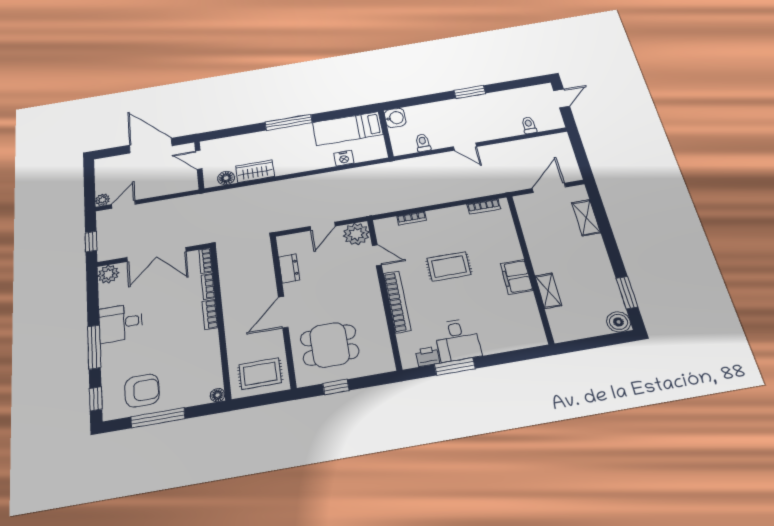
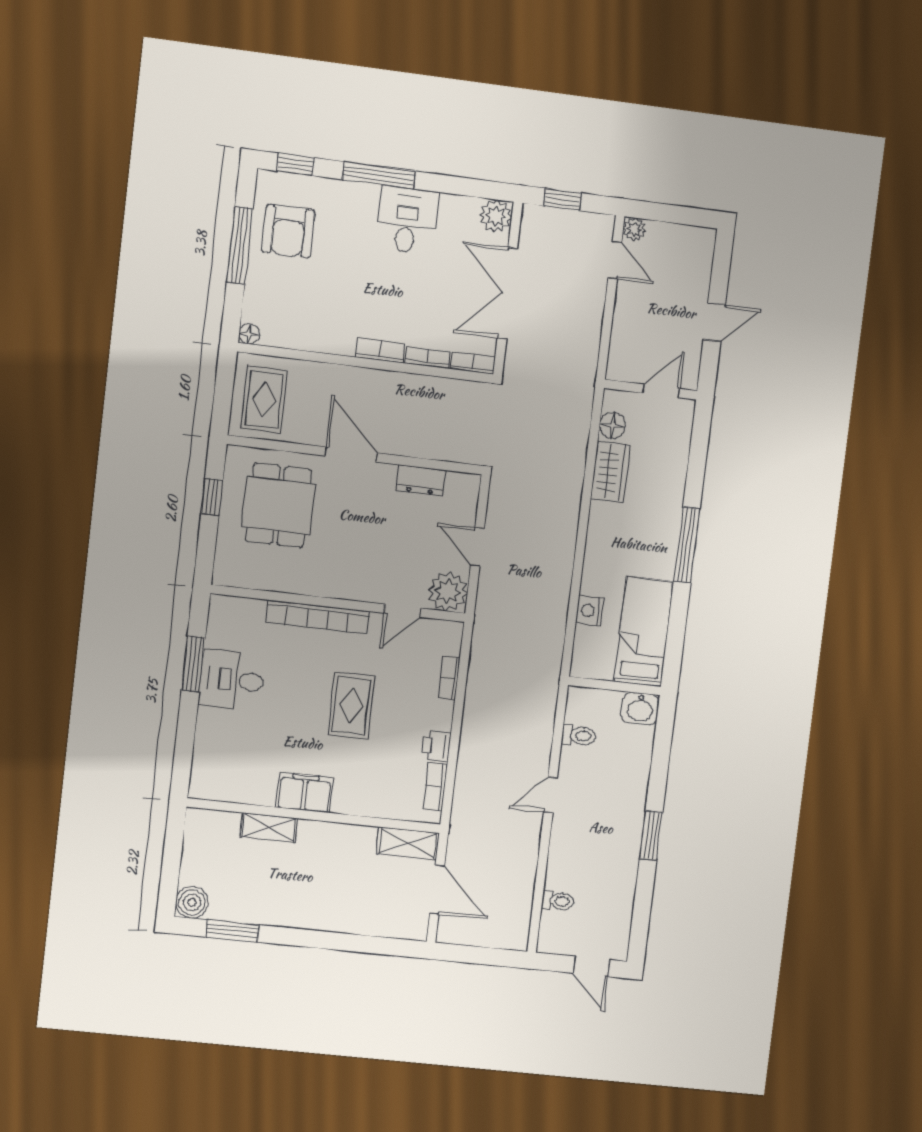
door: (151, 146) -> (714, 322), width x0.53
shelving: (586, 218) -> (408, 843), moved
printer: (427, 357) -> (436, 746), moved, turned 180

